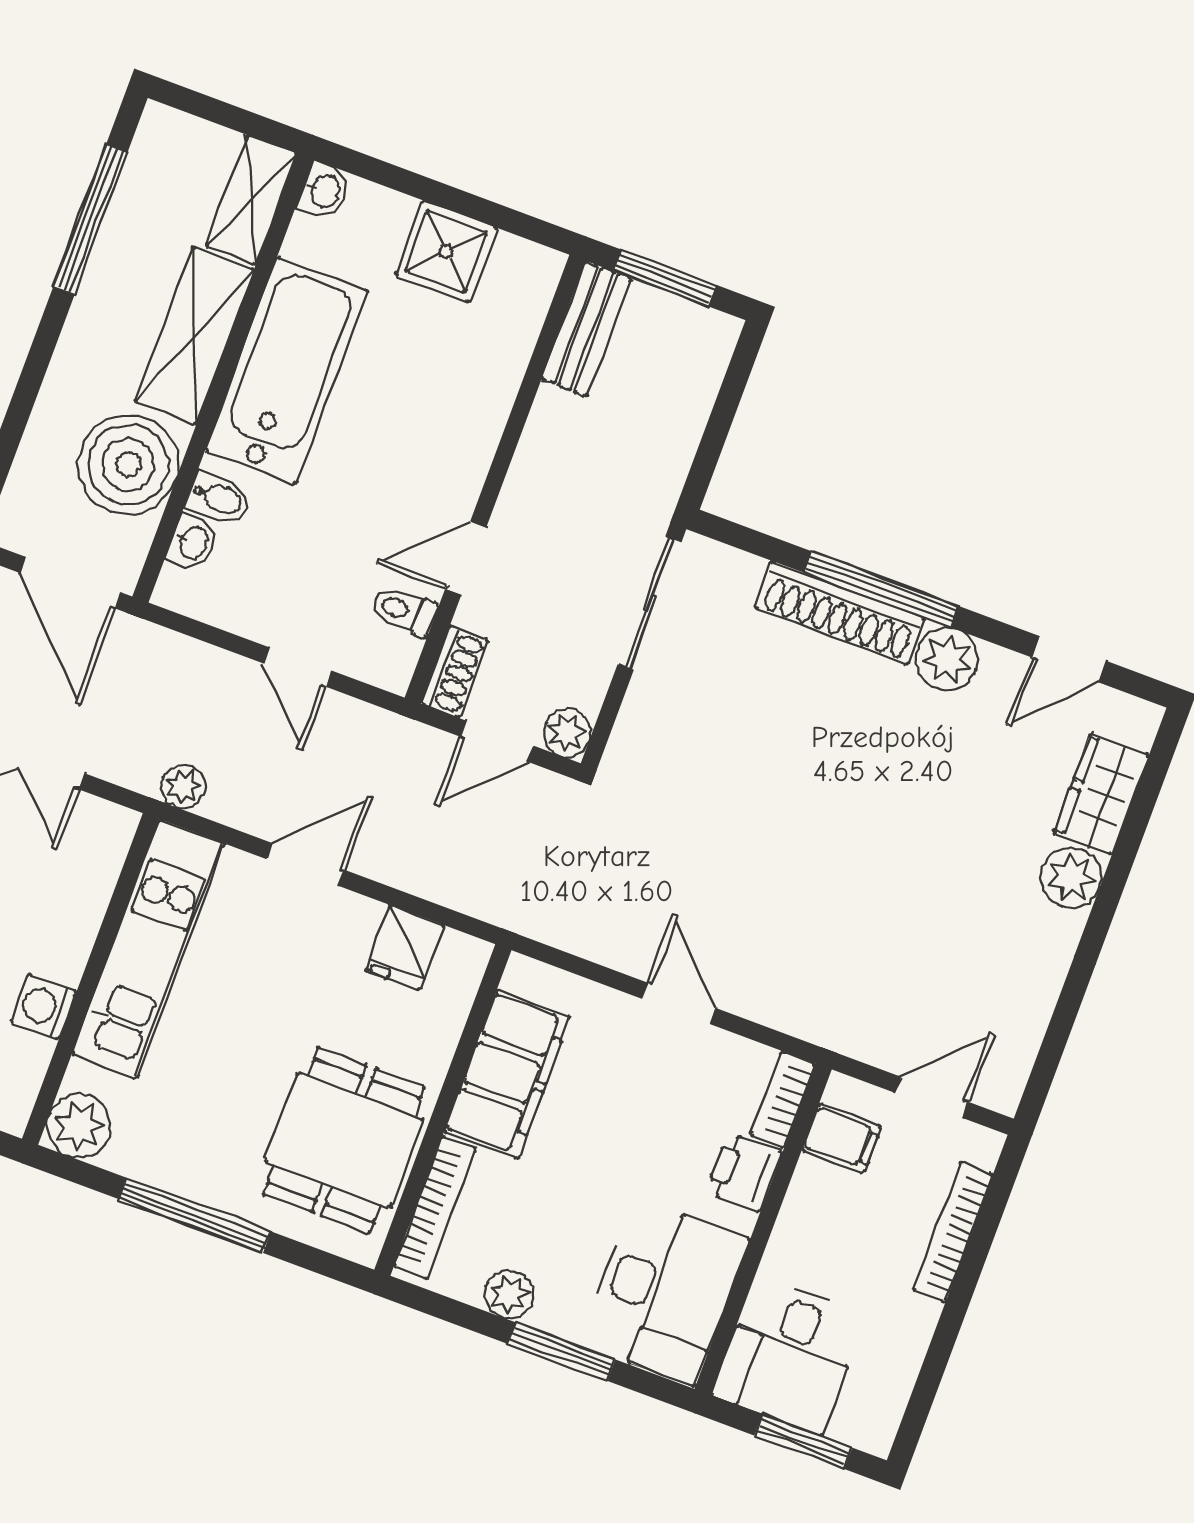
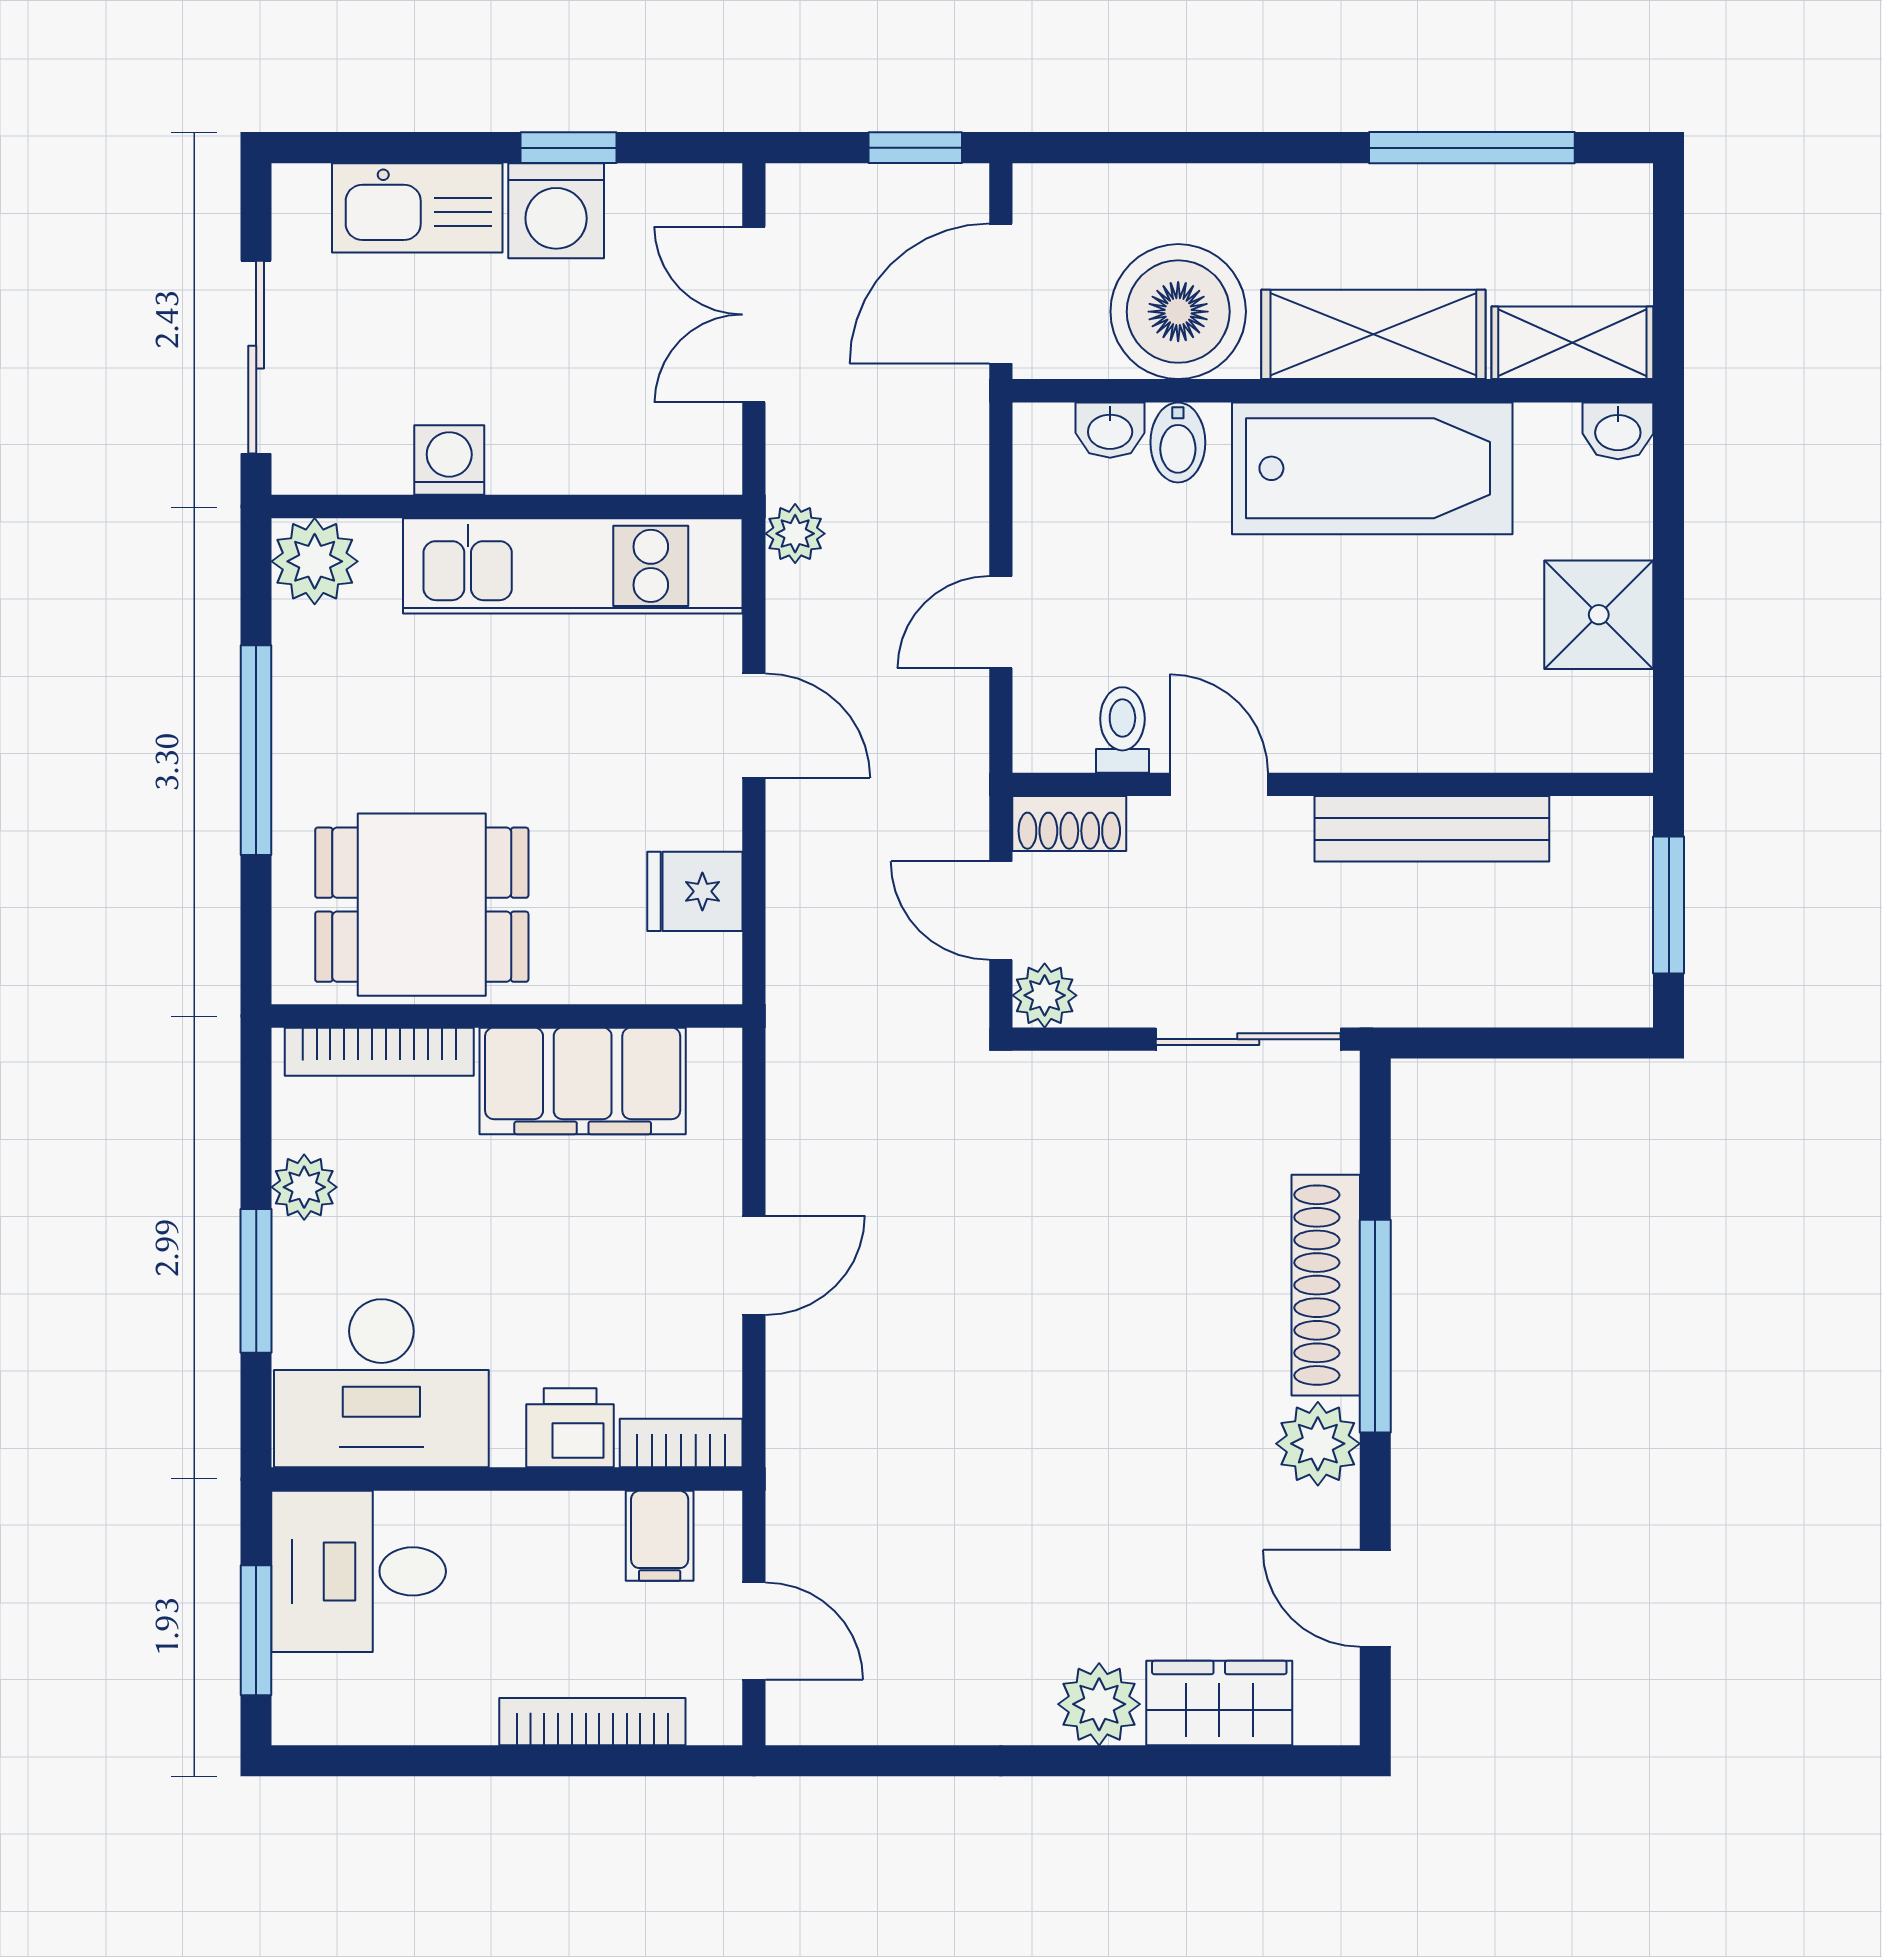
bench: (586, 329) -> (1432, 829), moved, width x1.36

